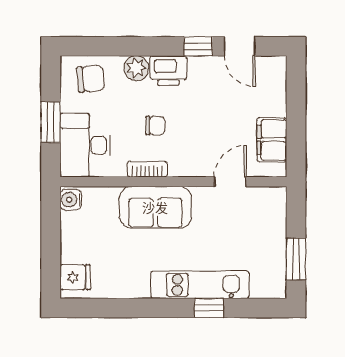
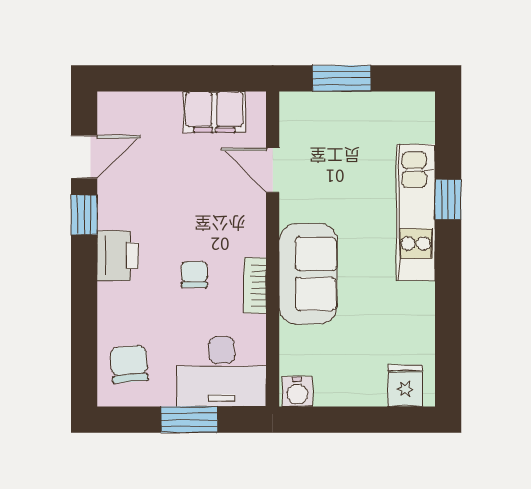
plant: (136, 68) -> (114, 301), removed
window: (296, 259) -> (342, 78), moved

